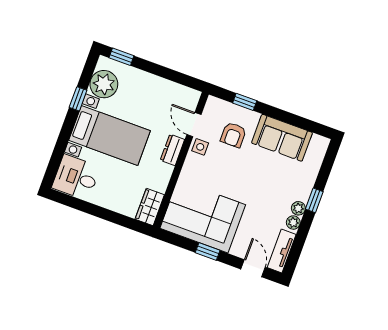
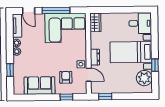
window: (121, 57) -> (105, 96), moved
window: (314, 200) -> (10, 70), moved
window: (208, 252) -> (56, 11), width x2.17

